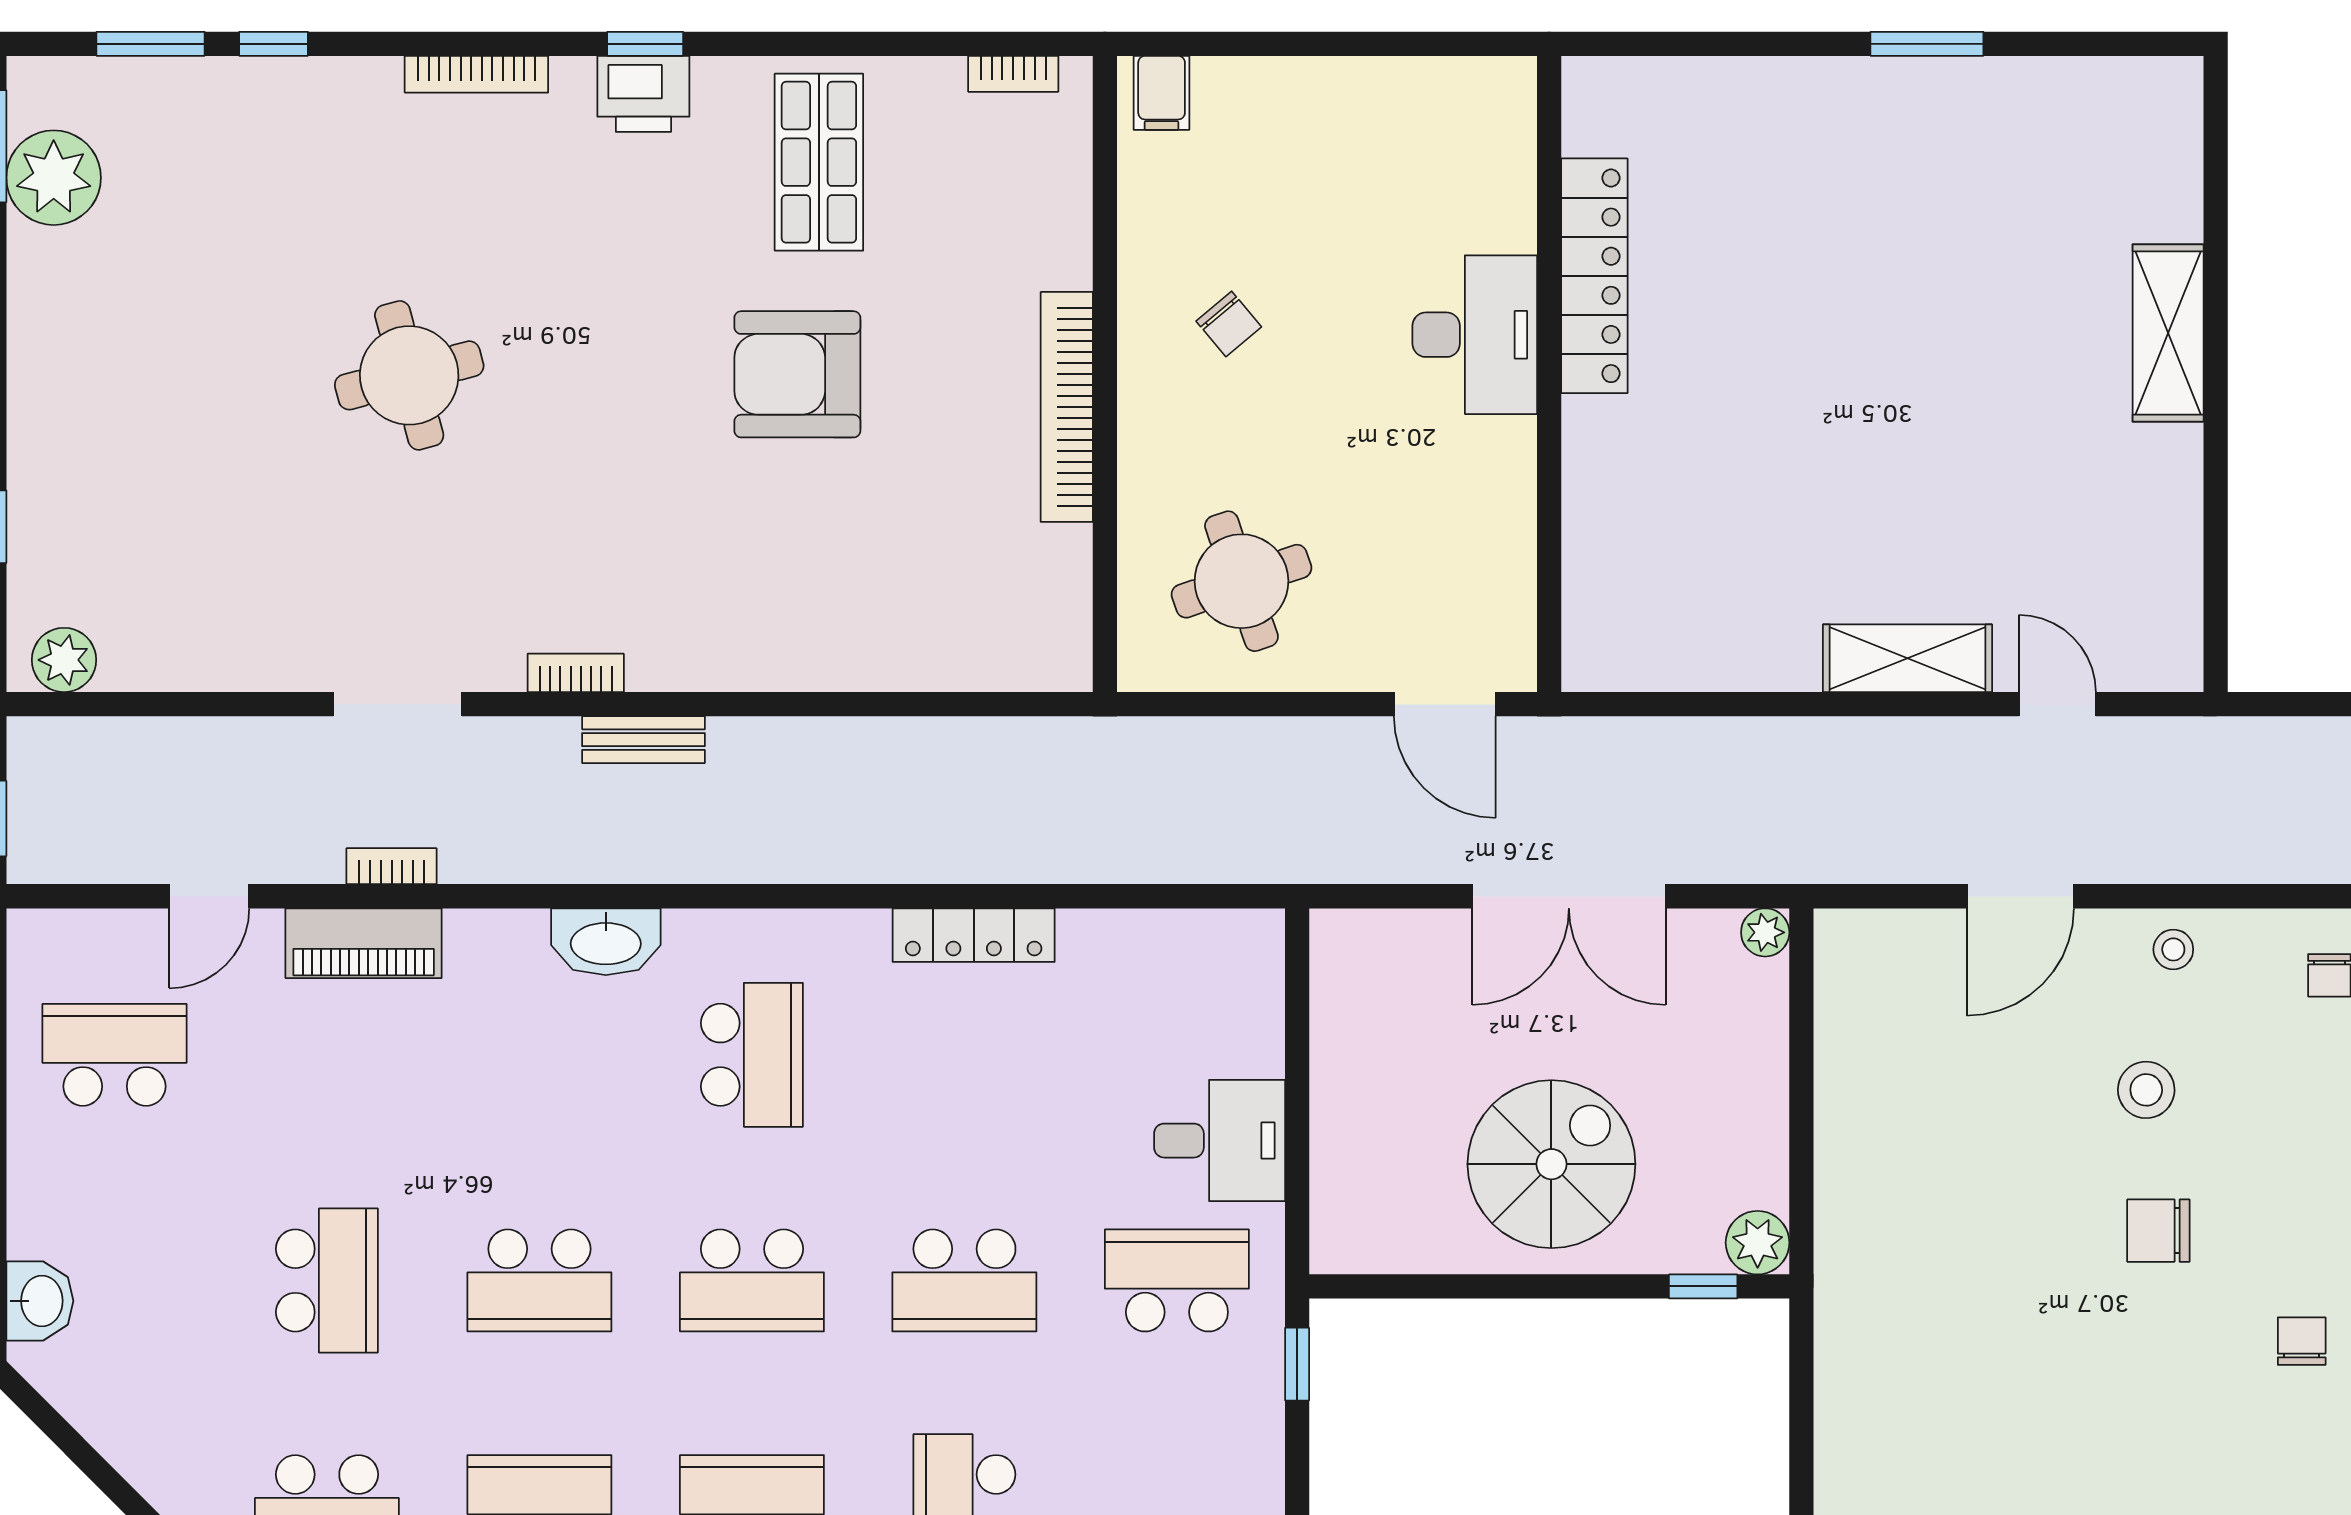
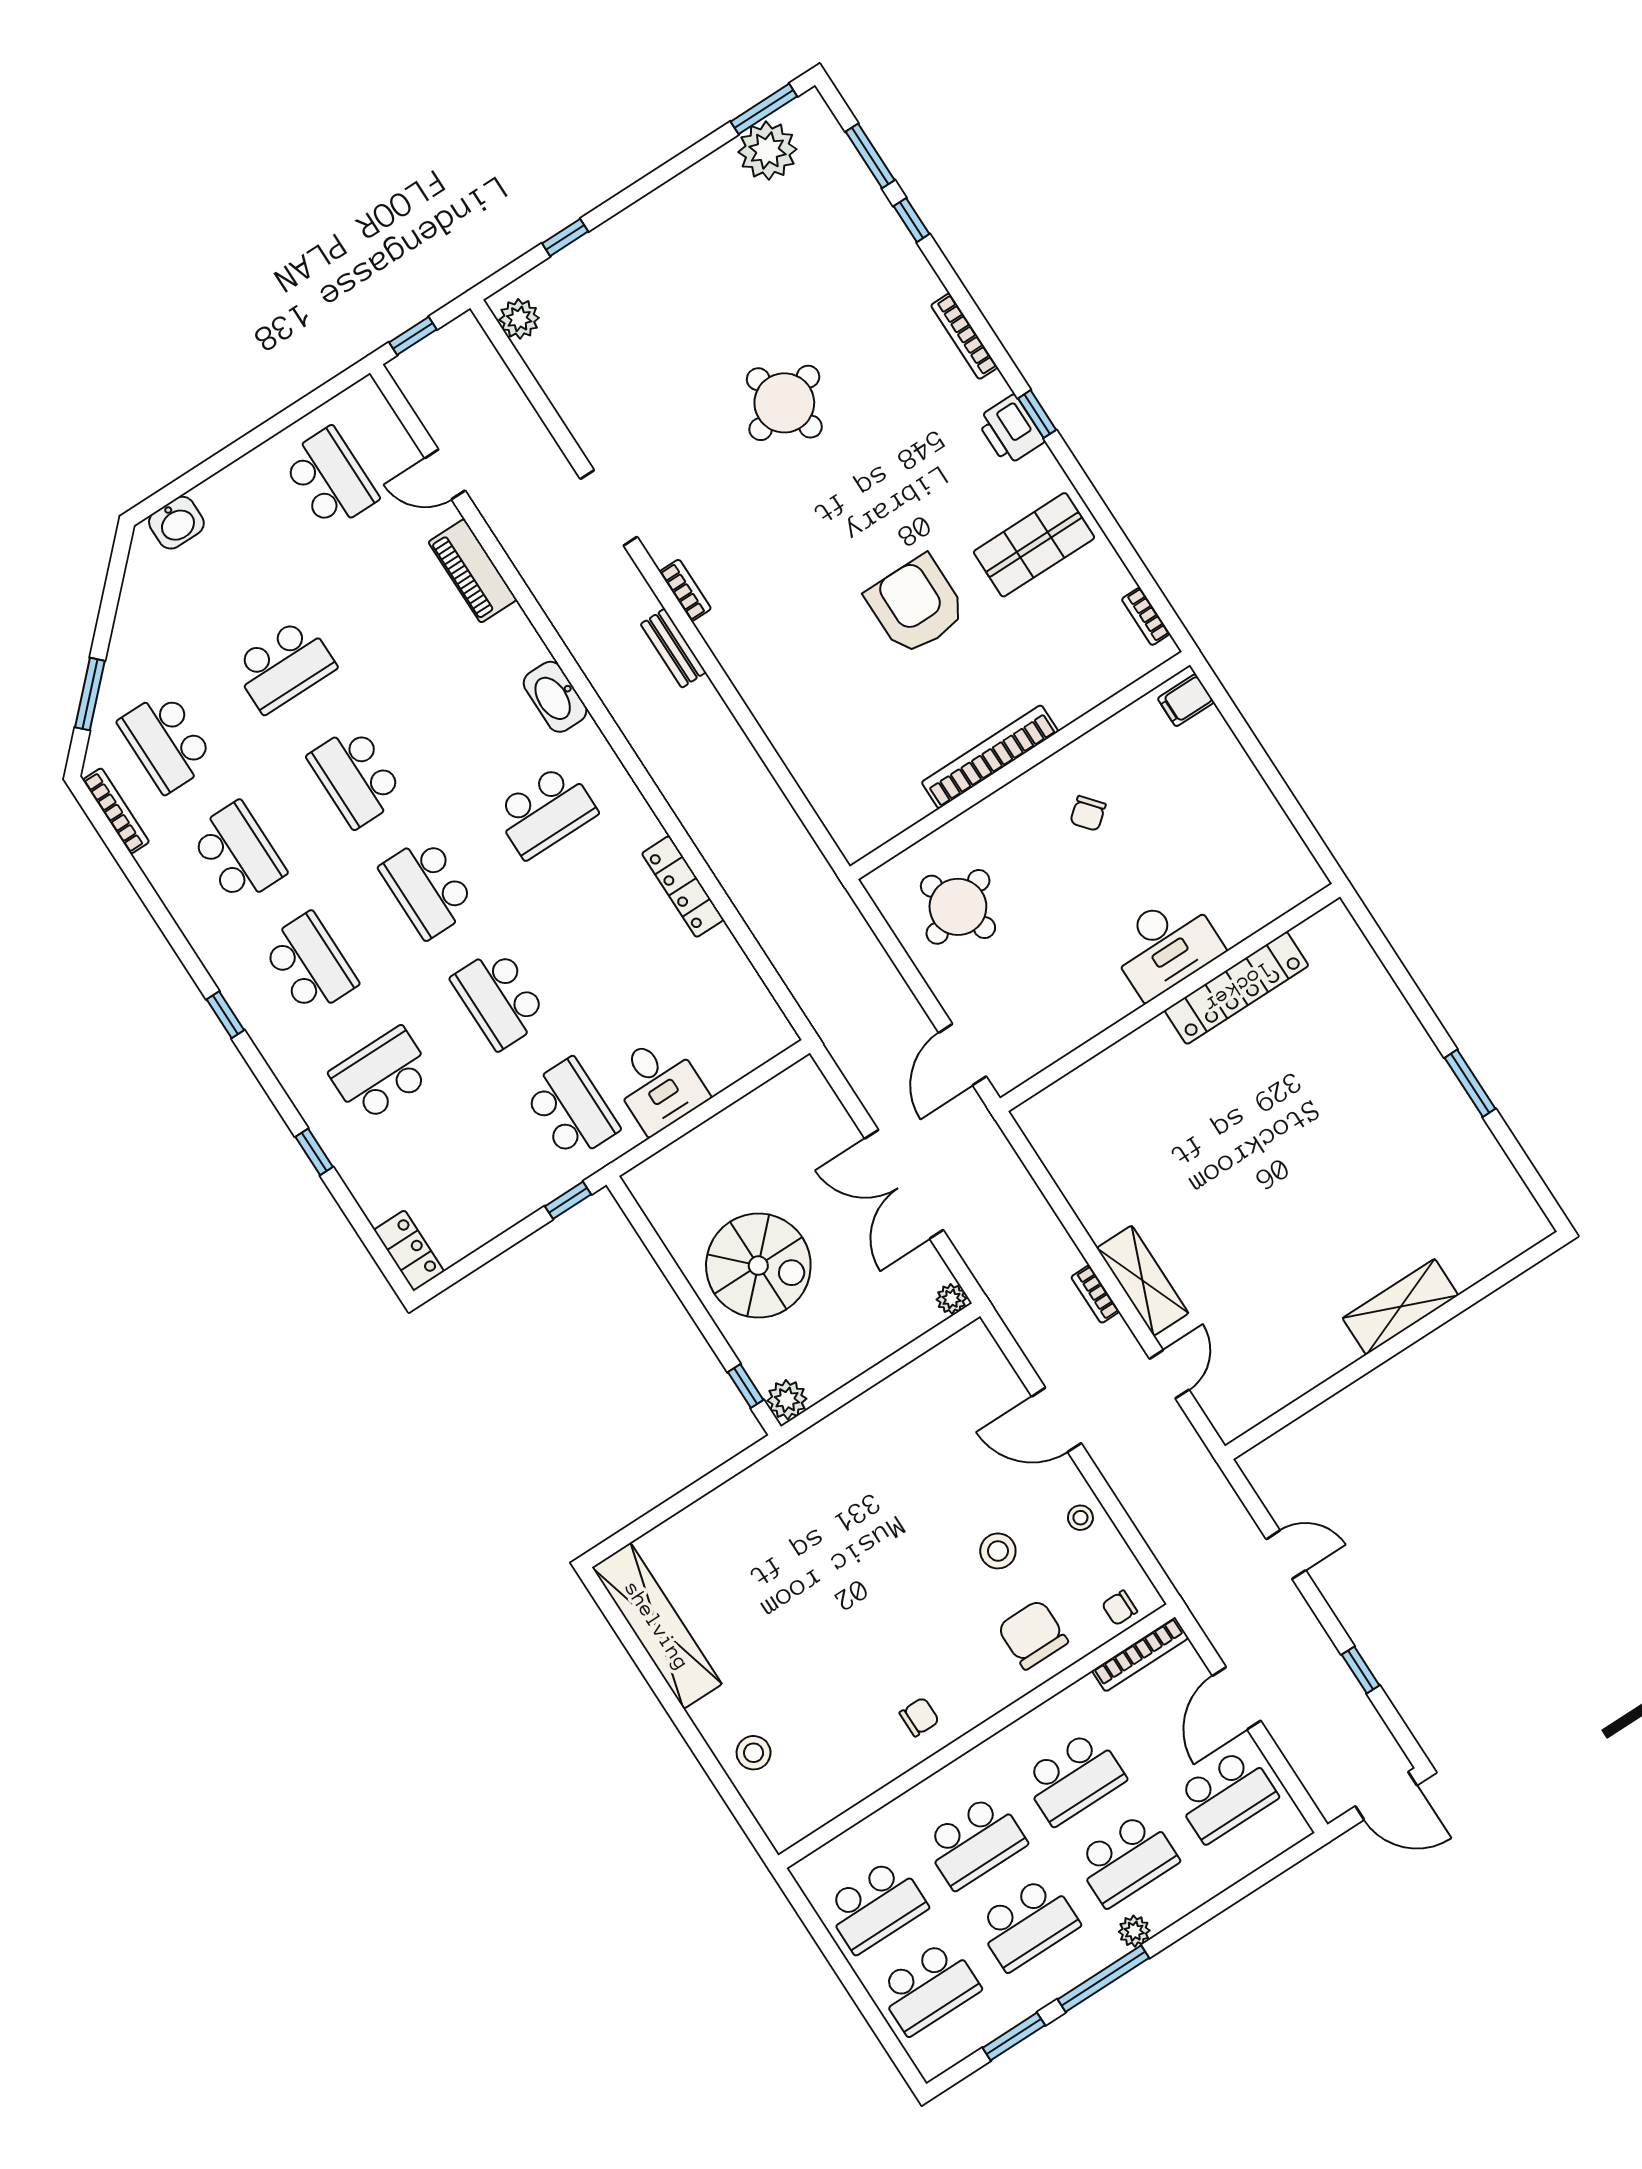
bookcase: (392, 866) -> (1095, 1294), moved, turned 180
chair: (2158, 1231) -> (1033, 1634), moved, width x1.37, depth x1.37

